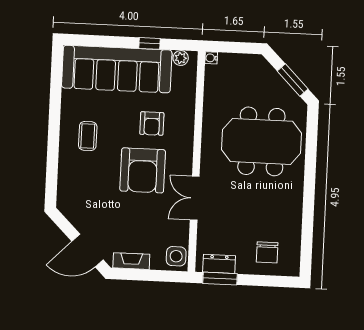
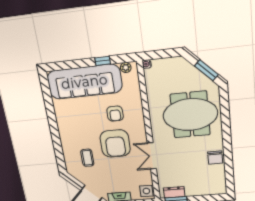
coffee table: (88, 136) -> (87, 158), moved
chair: (267, 252) -> (215, 158), moved

